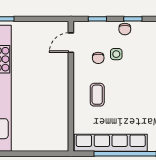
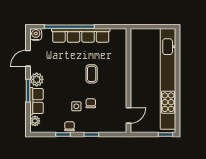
door: (71, 43) -> (128, 115), moved
wall: (71, 86) -> (128, 81), moved

